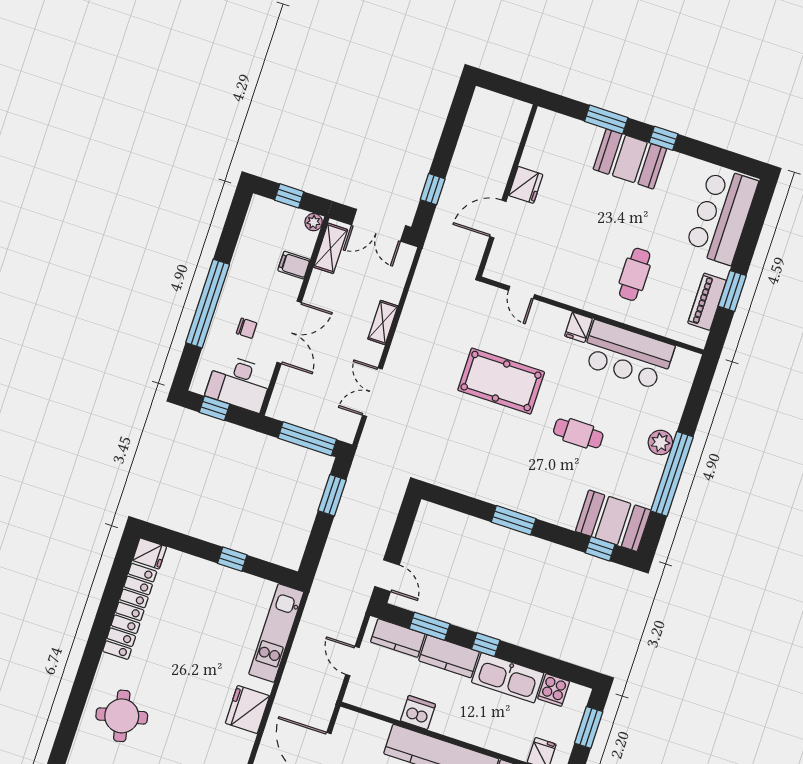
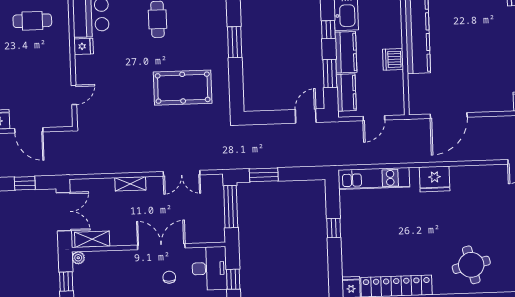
filing cabinet: (294, 265) -> (113, 260), removed
pool table: (501, 381) -> (183, 88), moved, turned 90

